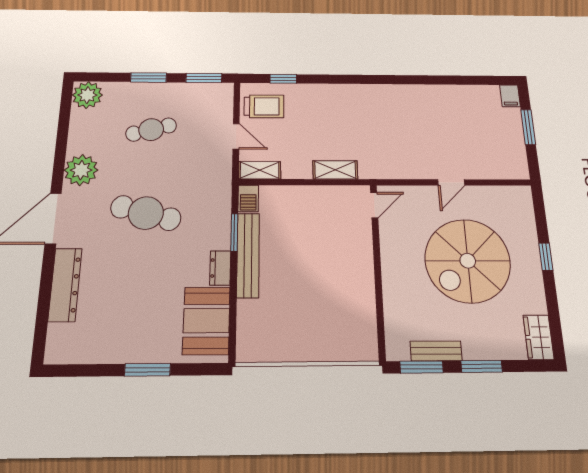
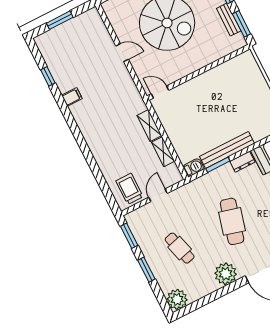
window: (283, 79) -> (48, 76), moved
filing cabinet: (510, 96) -> (72, 97), moved
shelving: (260, 170) -> (163, 152), moved

